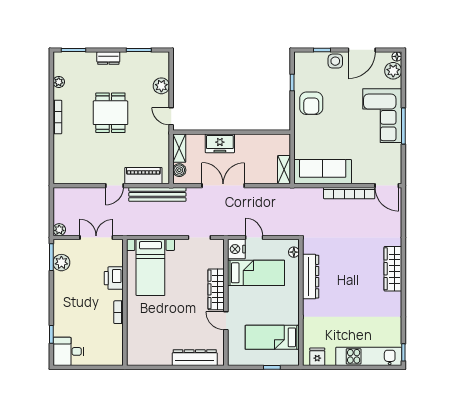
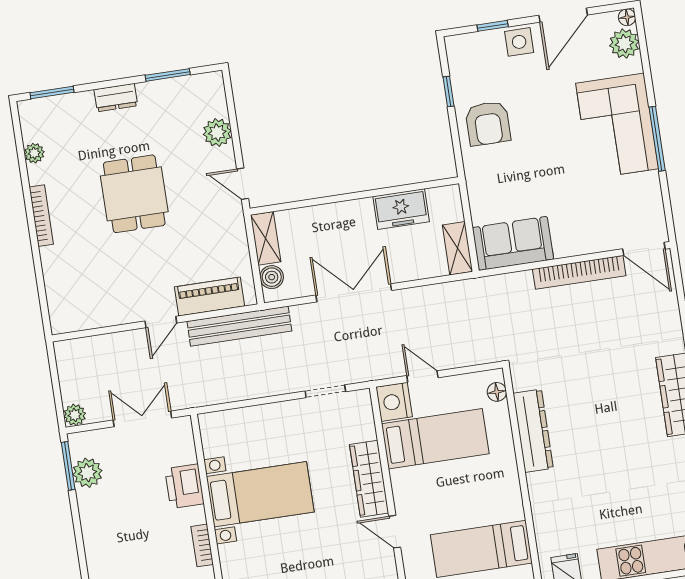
freezer: (220, 143) -> (401, 209), moved
sofa: (323, 172) -> (513, 243), width x0.73
bed with nightstands: (150, 267) -> (260, 494), moved, turned -90

